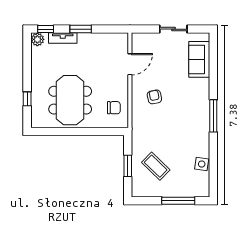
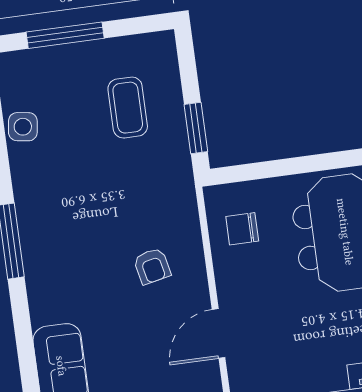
window: (128, 166) -> (196, 128), moved
coffee table: (156, 166) -> (128, 108), turned 46

